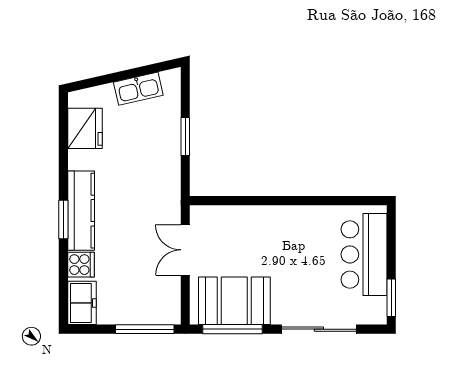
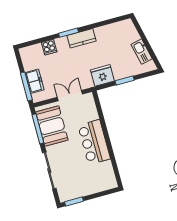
fridge: (85, 128) -> (102, 75), moved, turned 180
kitchen counter: (81, 211) -> (82, 38), width x0.67
bar counter: (364, 254) -> (94, 142), moved, turned -90
freezer: (82, 303) -> (34, 81), moved, turned -90

